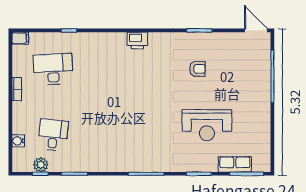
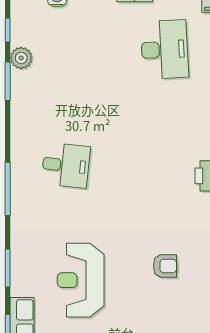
armchair: (197, 69) -> (165, 266), turned -90
desk: (53, 135) -> (66, 165), moved
plant: (41, 165) -> (21, 58), moved

